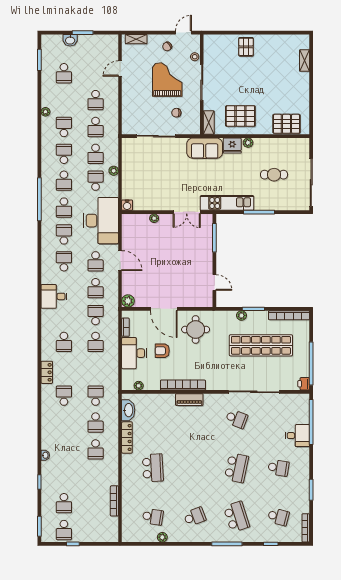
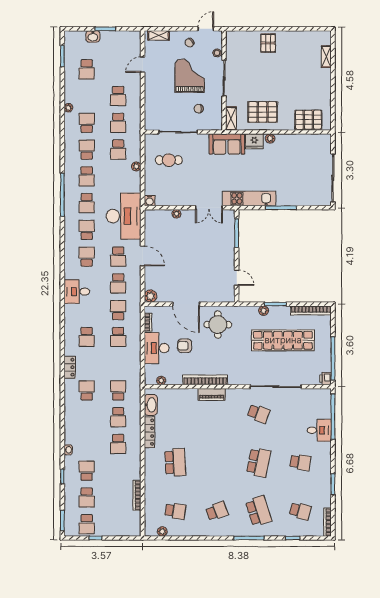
cafe table: (274, 175) -> (169, 160), moved
school desk: (96, 181) -> (87, 471), moved
plant: (162, 537) -> (162, 531), moved

